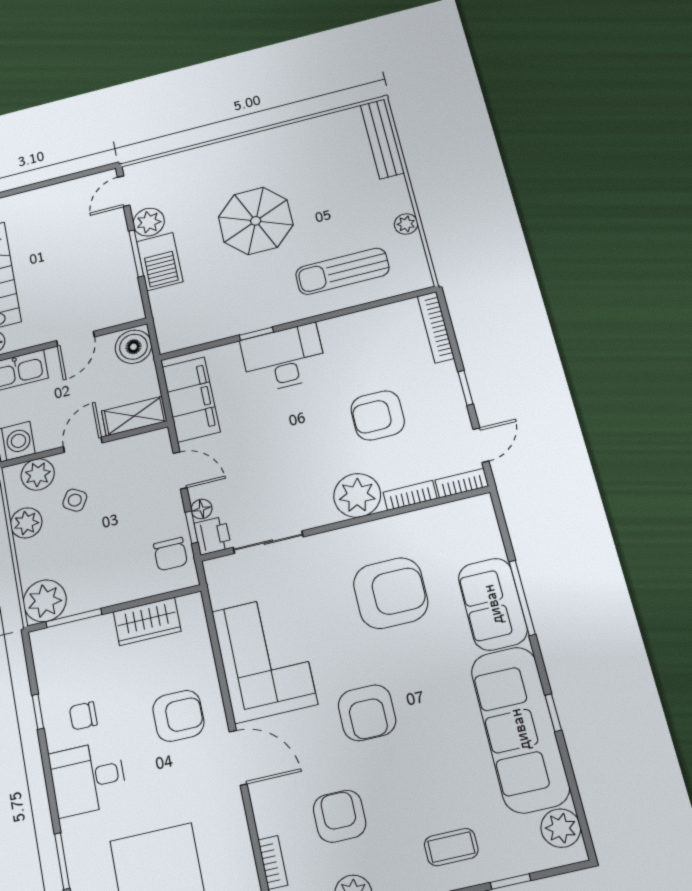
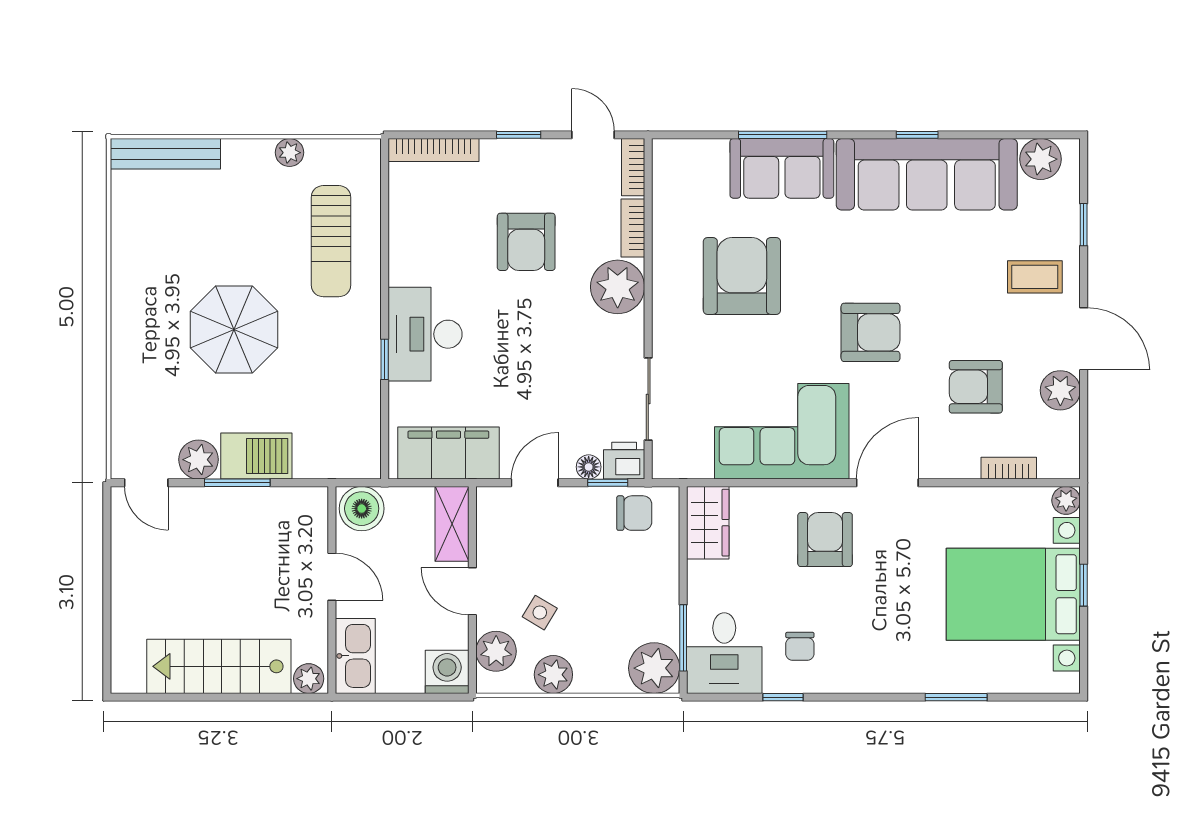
wardrobe: (147, 621) -> (708, 523), moved
desk: (88, 778) -> (724, 653), moved
coffee table: (451, 847) -> (1035, 277), turned 90

